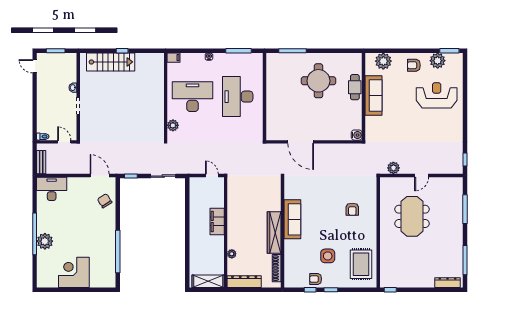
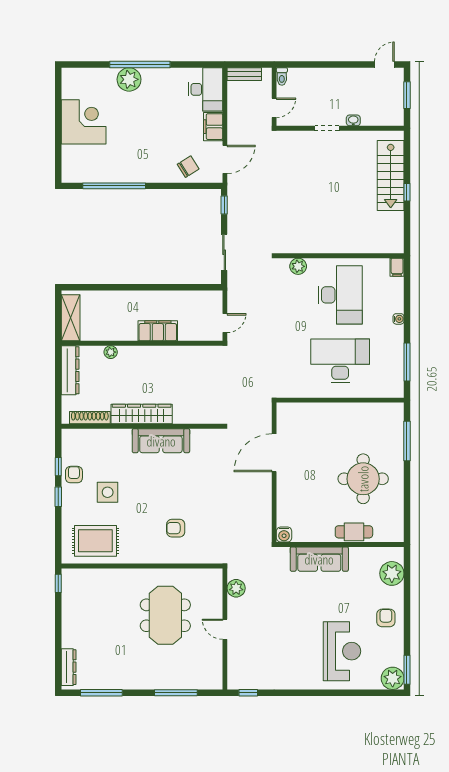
plant: (438, 61) -> (393, 678), moved
sofa: (374, 96) -> (319, 559), moved
filing cabinet: (77, 184) -> (213, 127), added
meeting table: (412, 216) -> (165, 615), turned 90

